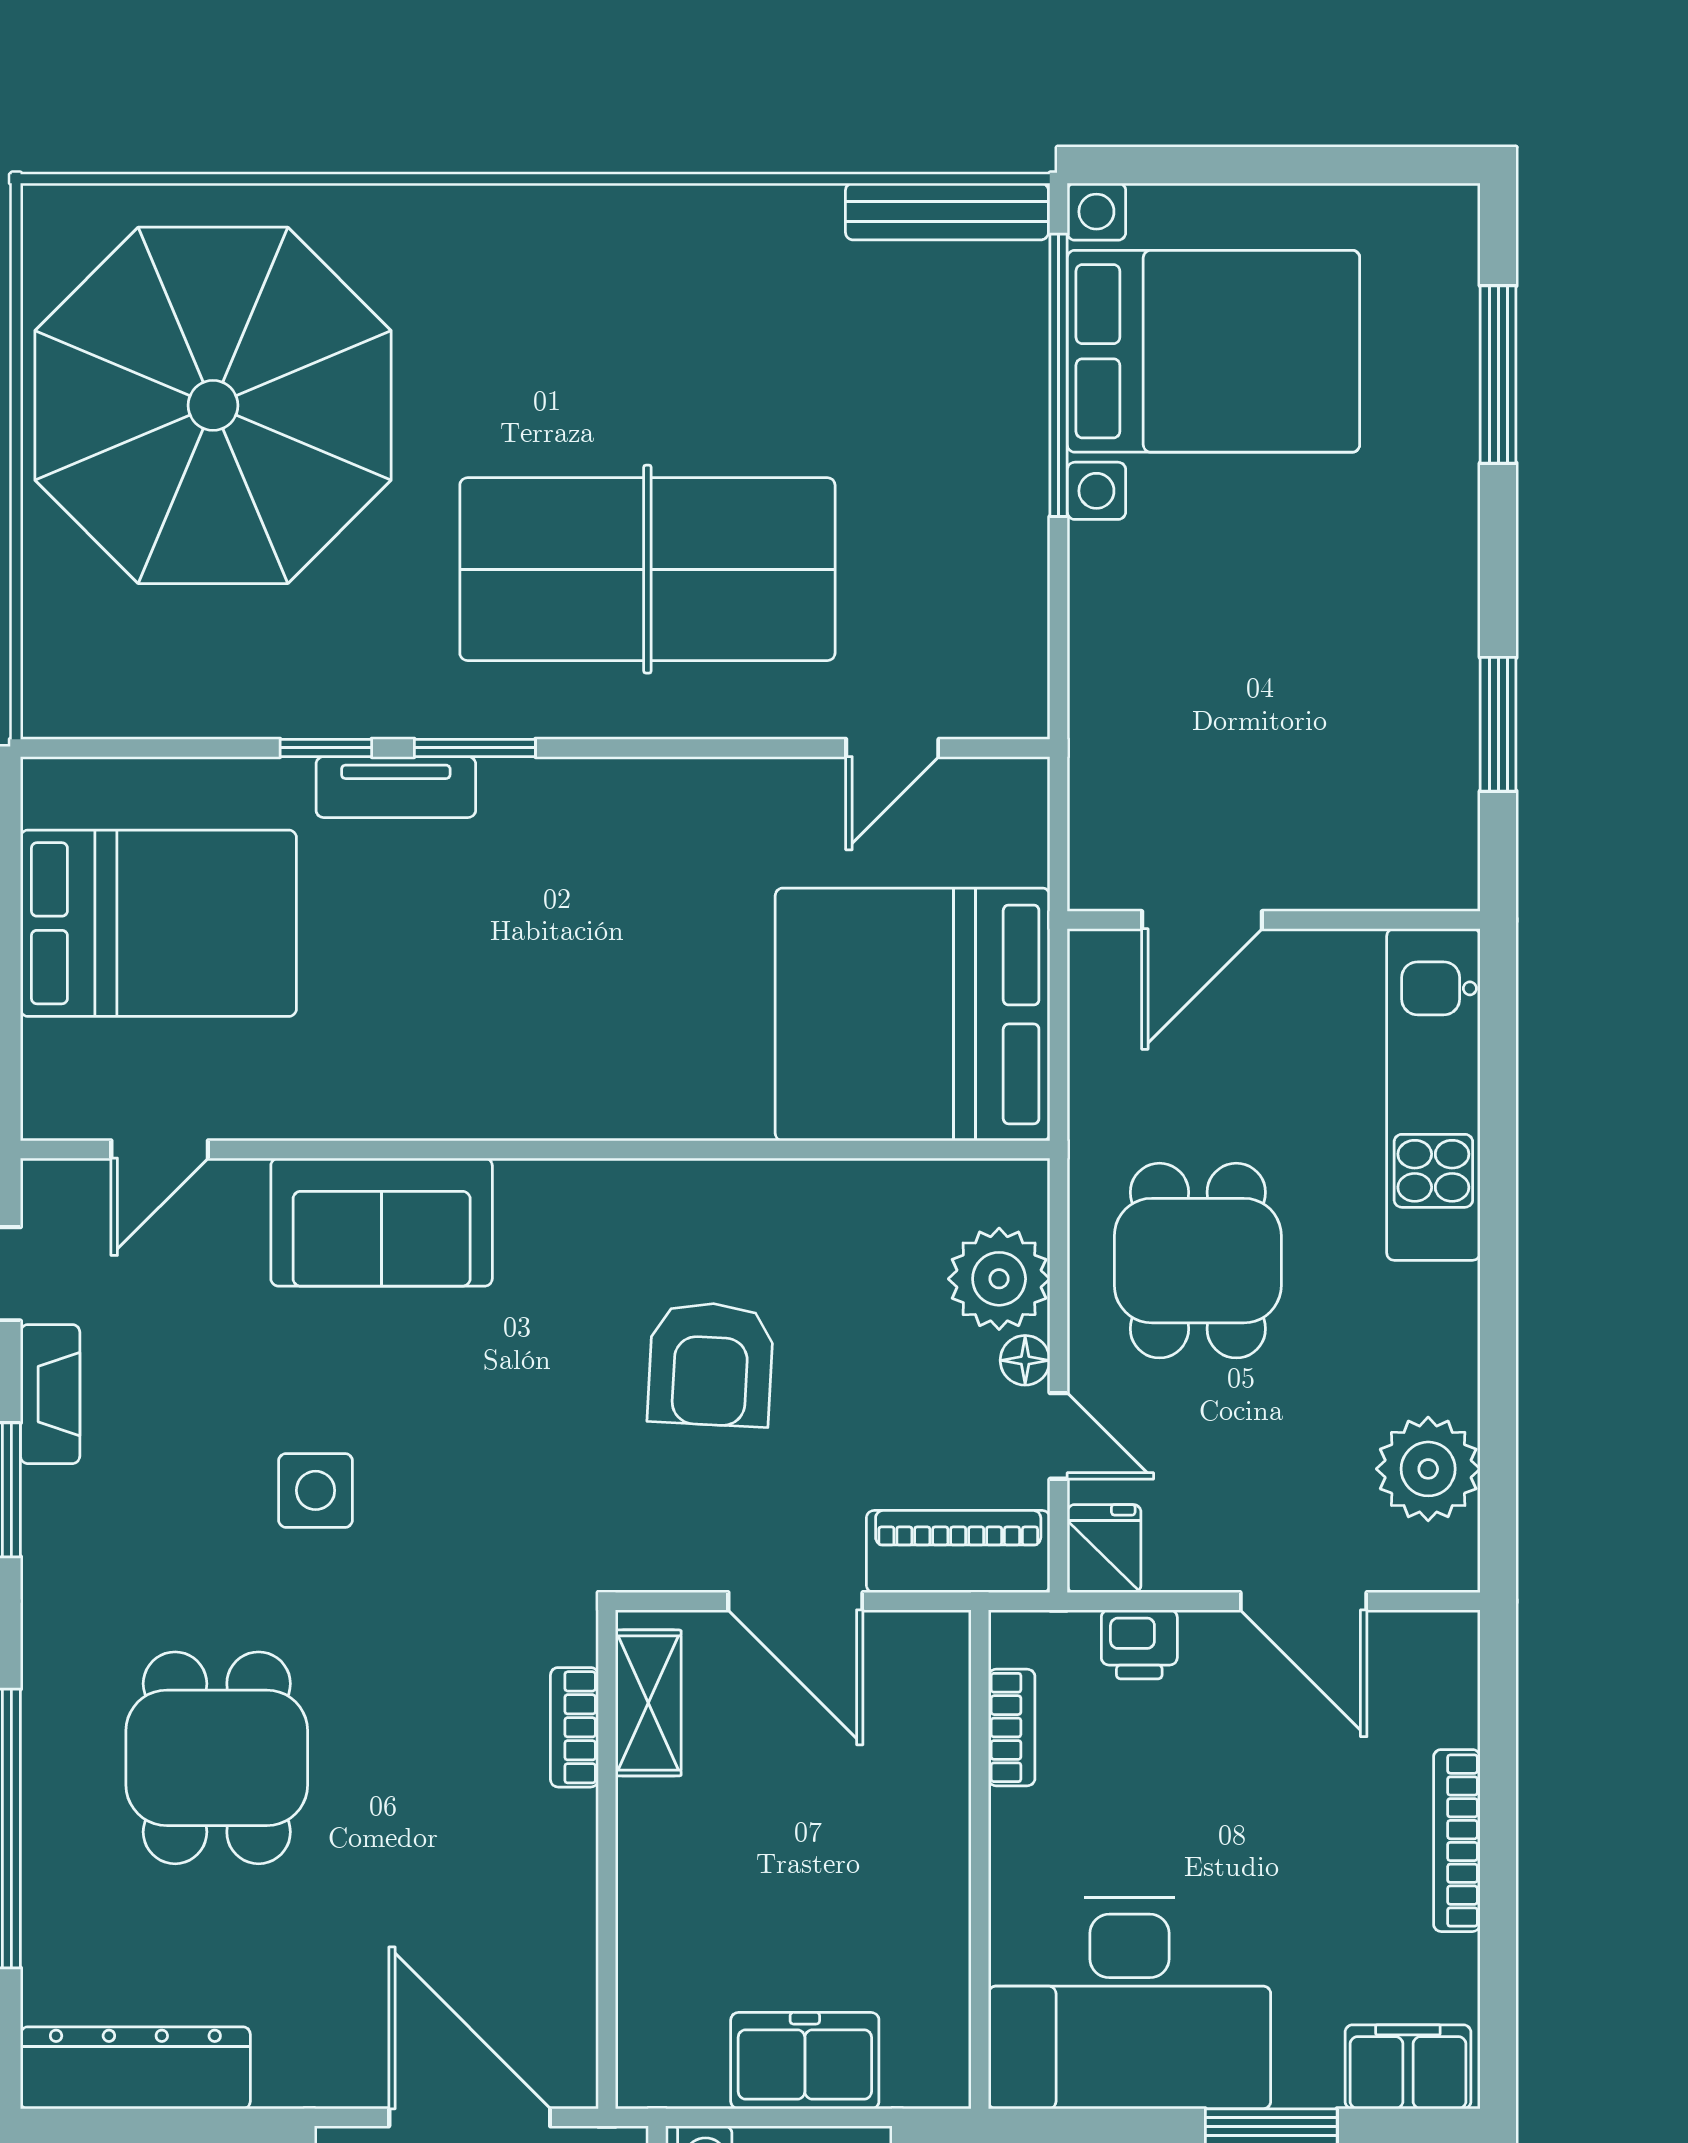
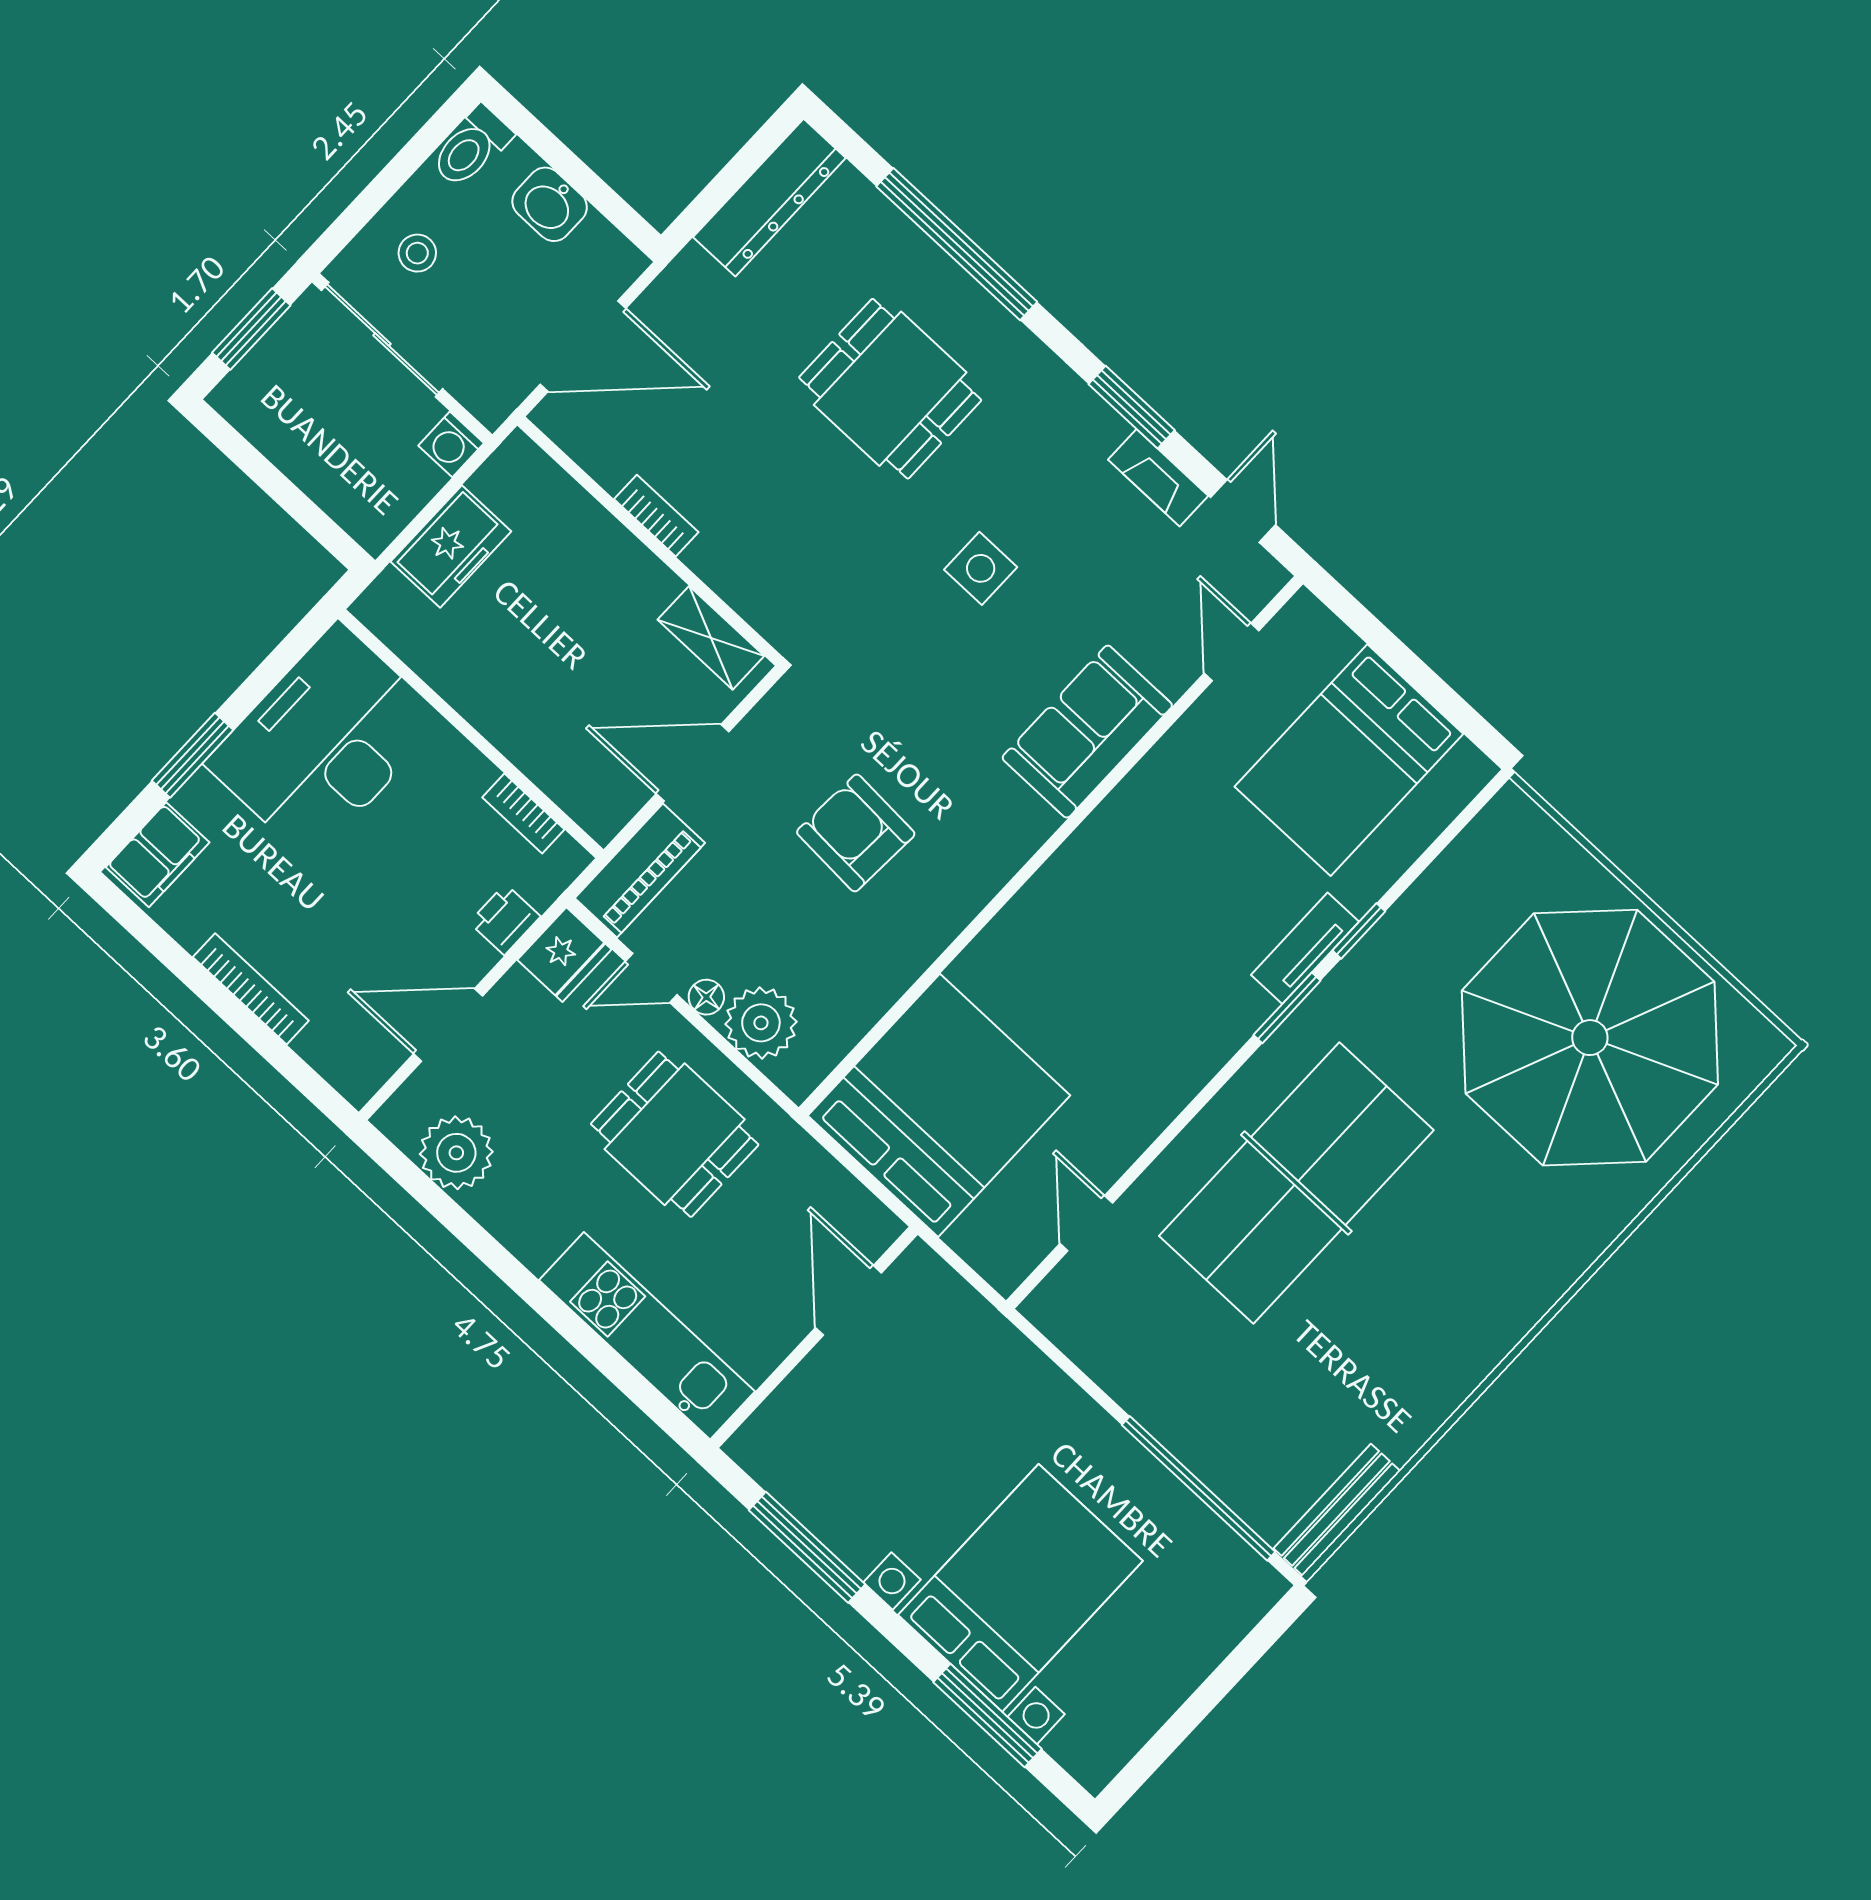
bed with nightstands: (1213, 351) -> (1020, 1588), moved, turned 180
window: (1498, 724) -> (807, 1547), width x1.44
fridge: (1104, 1549) -> (564, 955), width x1.38
bookcase: (574, 1727) -> (656, 516), moved

